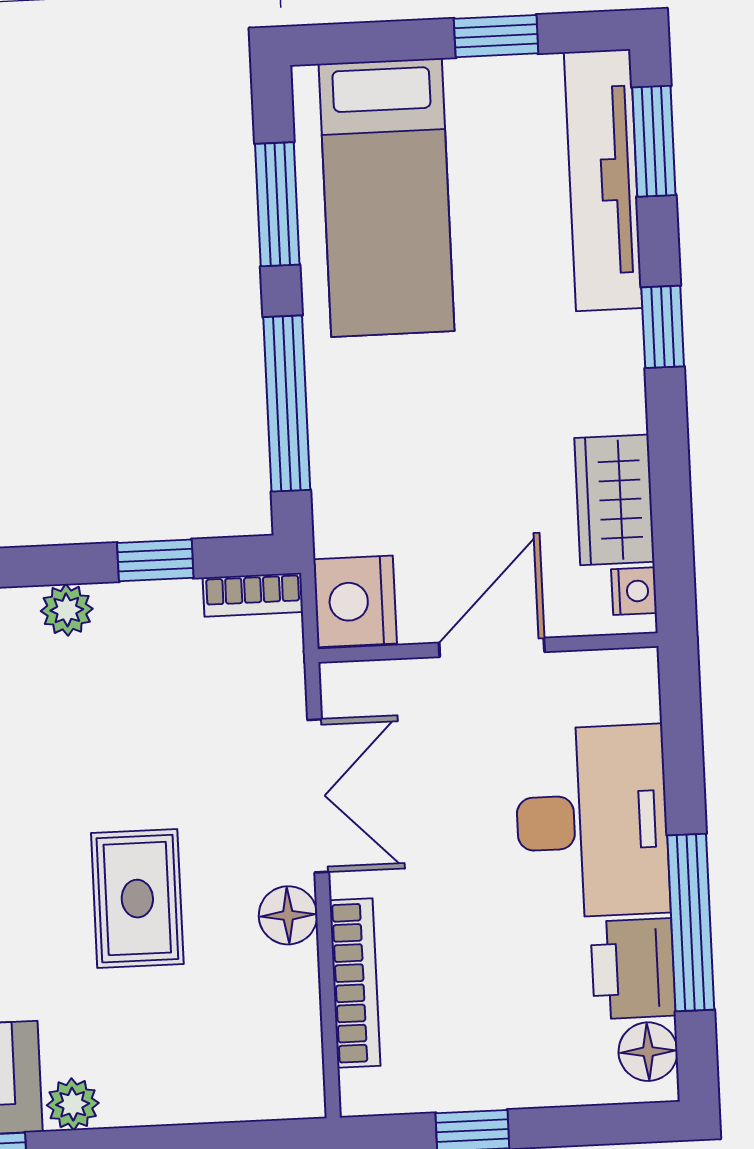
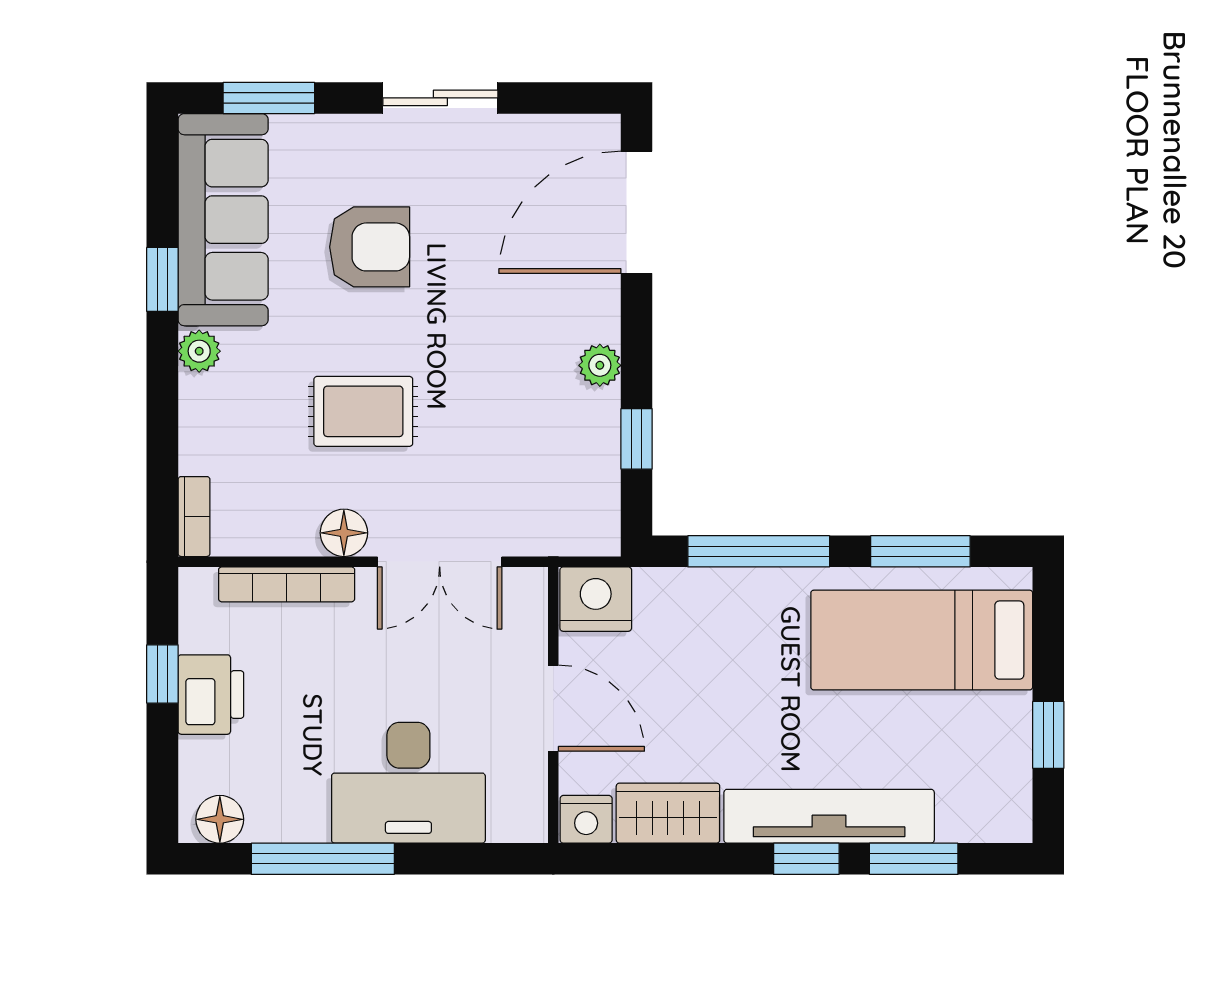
window: (654, 141) -> (914, 859), moved
tv unit: (603, 180) -> (829, 816), moved
nightstand: (634, 591) -> (586, 819), width x1.39, depth x1.35
bookcase: (253, 595) -> (194, 517), moved, turned 180
printer: (633, 969) -> (211, 695), moved, turned 90

